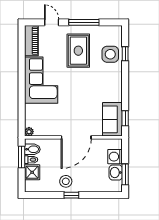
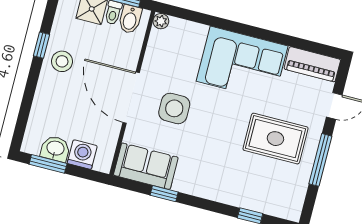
side table: (110, 54) -> (174, 108), moved
window: (125, 118) -> (164, 194), moved
window: (71, 195) -> (41, 45), moved

